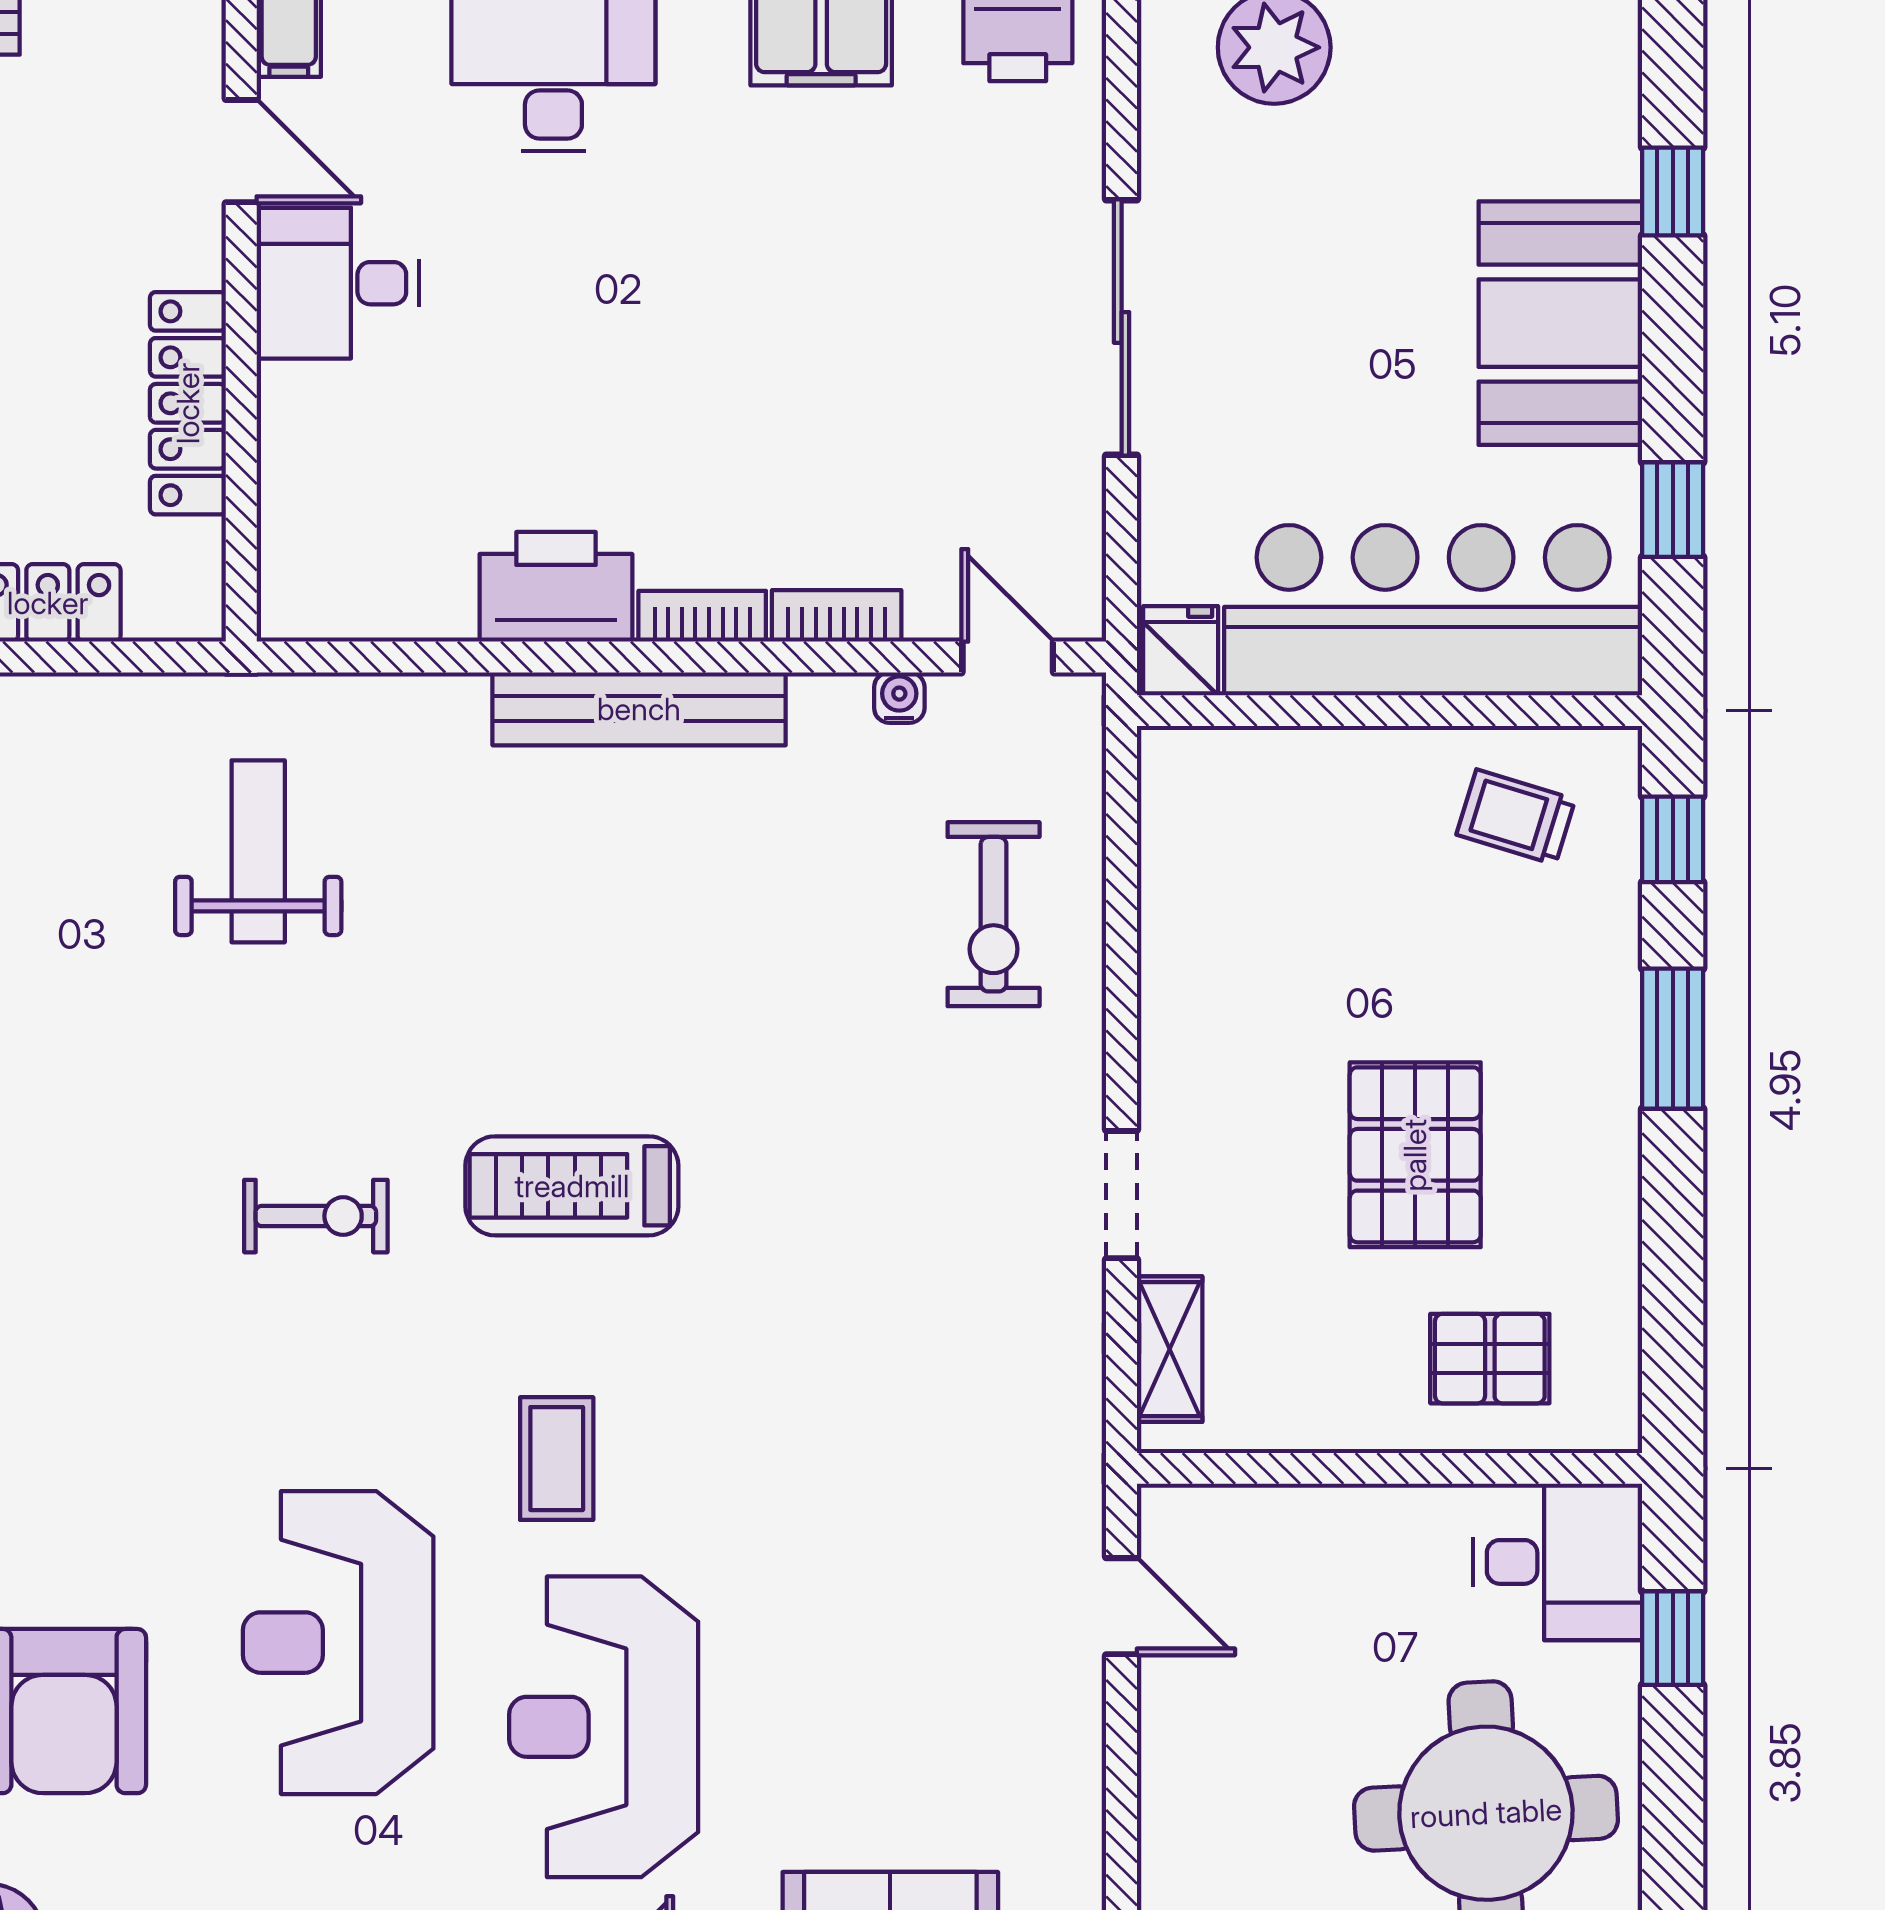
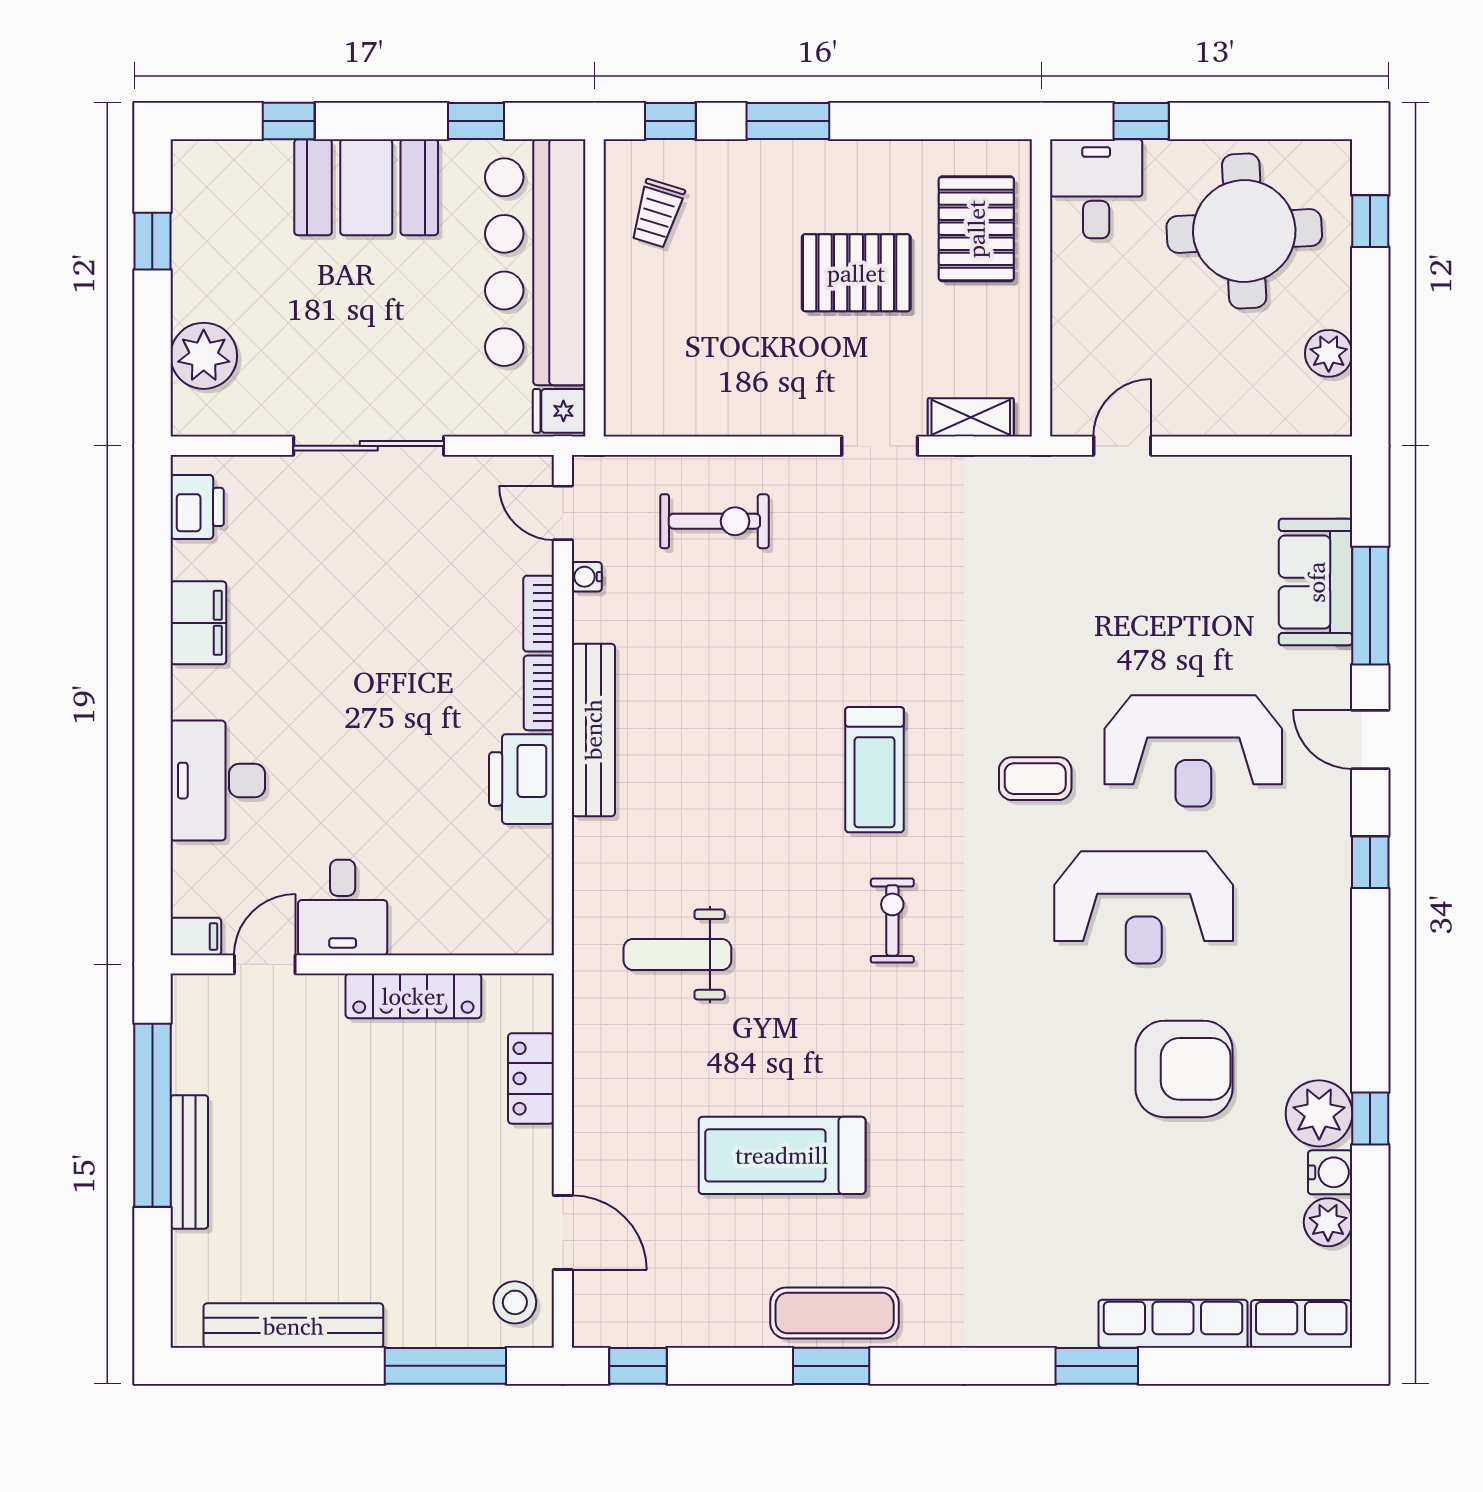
door: (1008, 657) -> (563, 513), hinge flipped
pallet: (1490, 1359) -> (976, 229), width x1.50, depth x1.42

